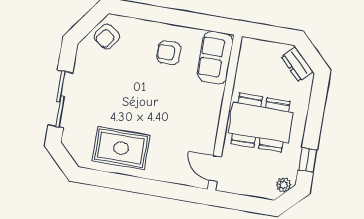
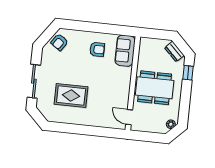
armchair: (169, 53) -> (97, 49), turned 180
rug: (121, 148) -> (71, 95), moved
window: (308, 160) -> (188, 73), moved

